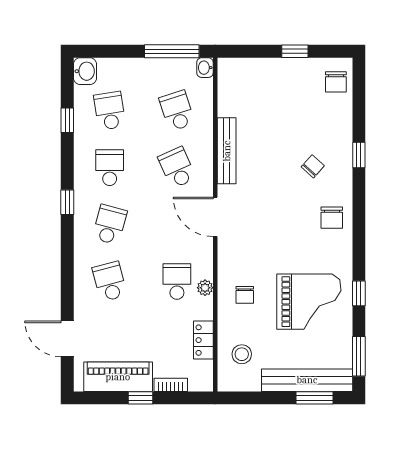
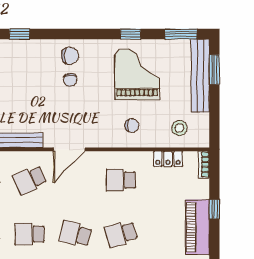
chair: (313, 166) -> (70, 80), moved, turned -132
plant: (205, 288) -> (126, 157), removed
bookcase: (171, 385) -> (204, 164), moved

